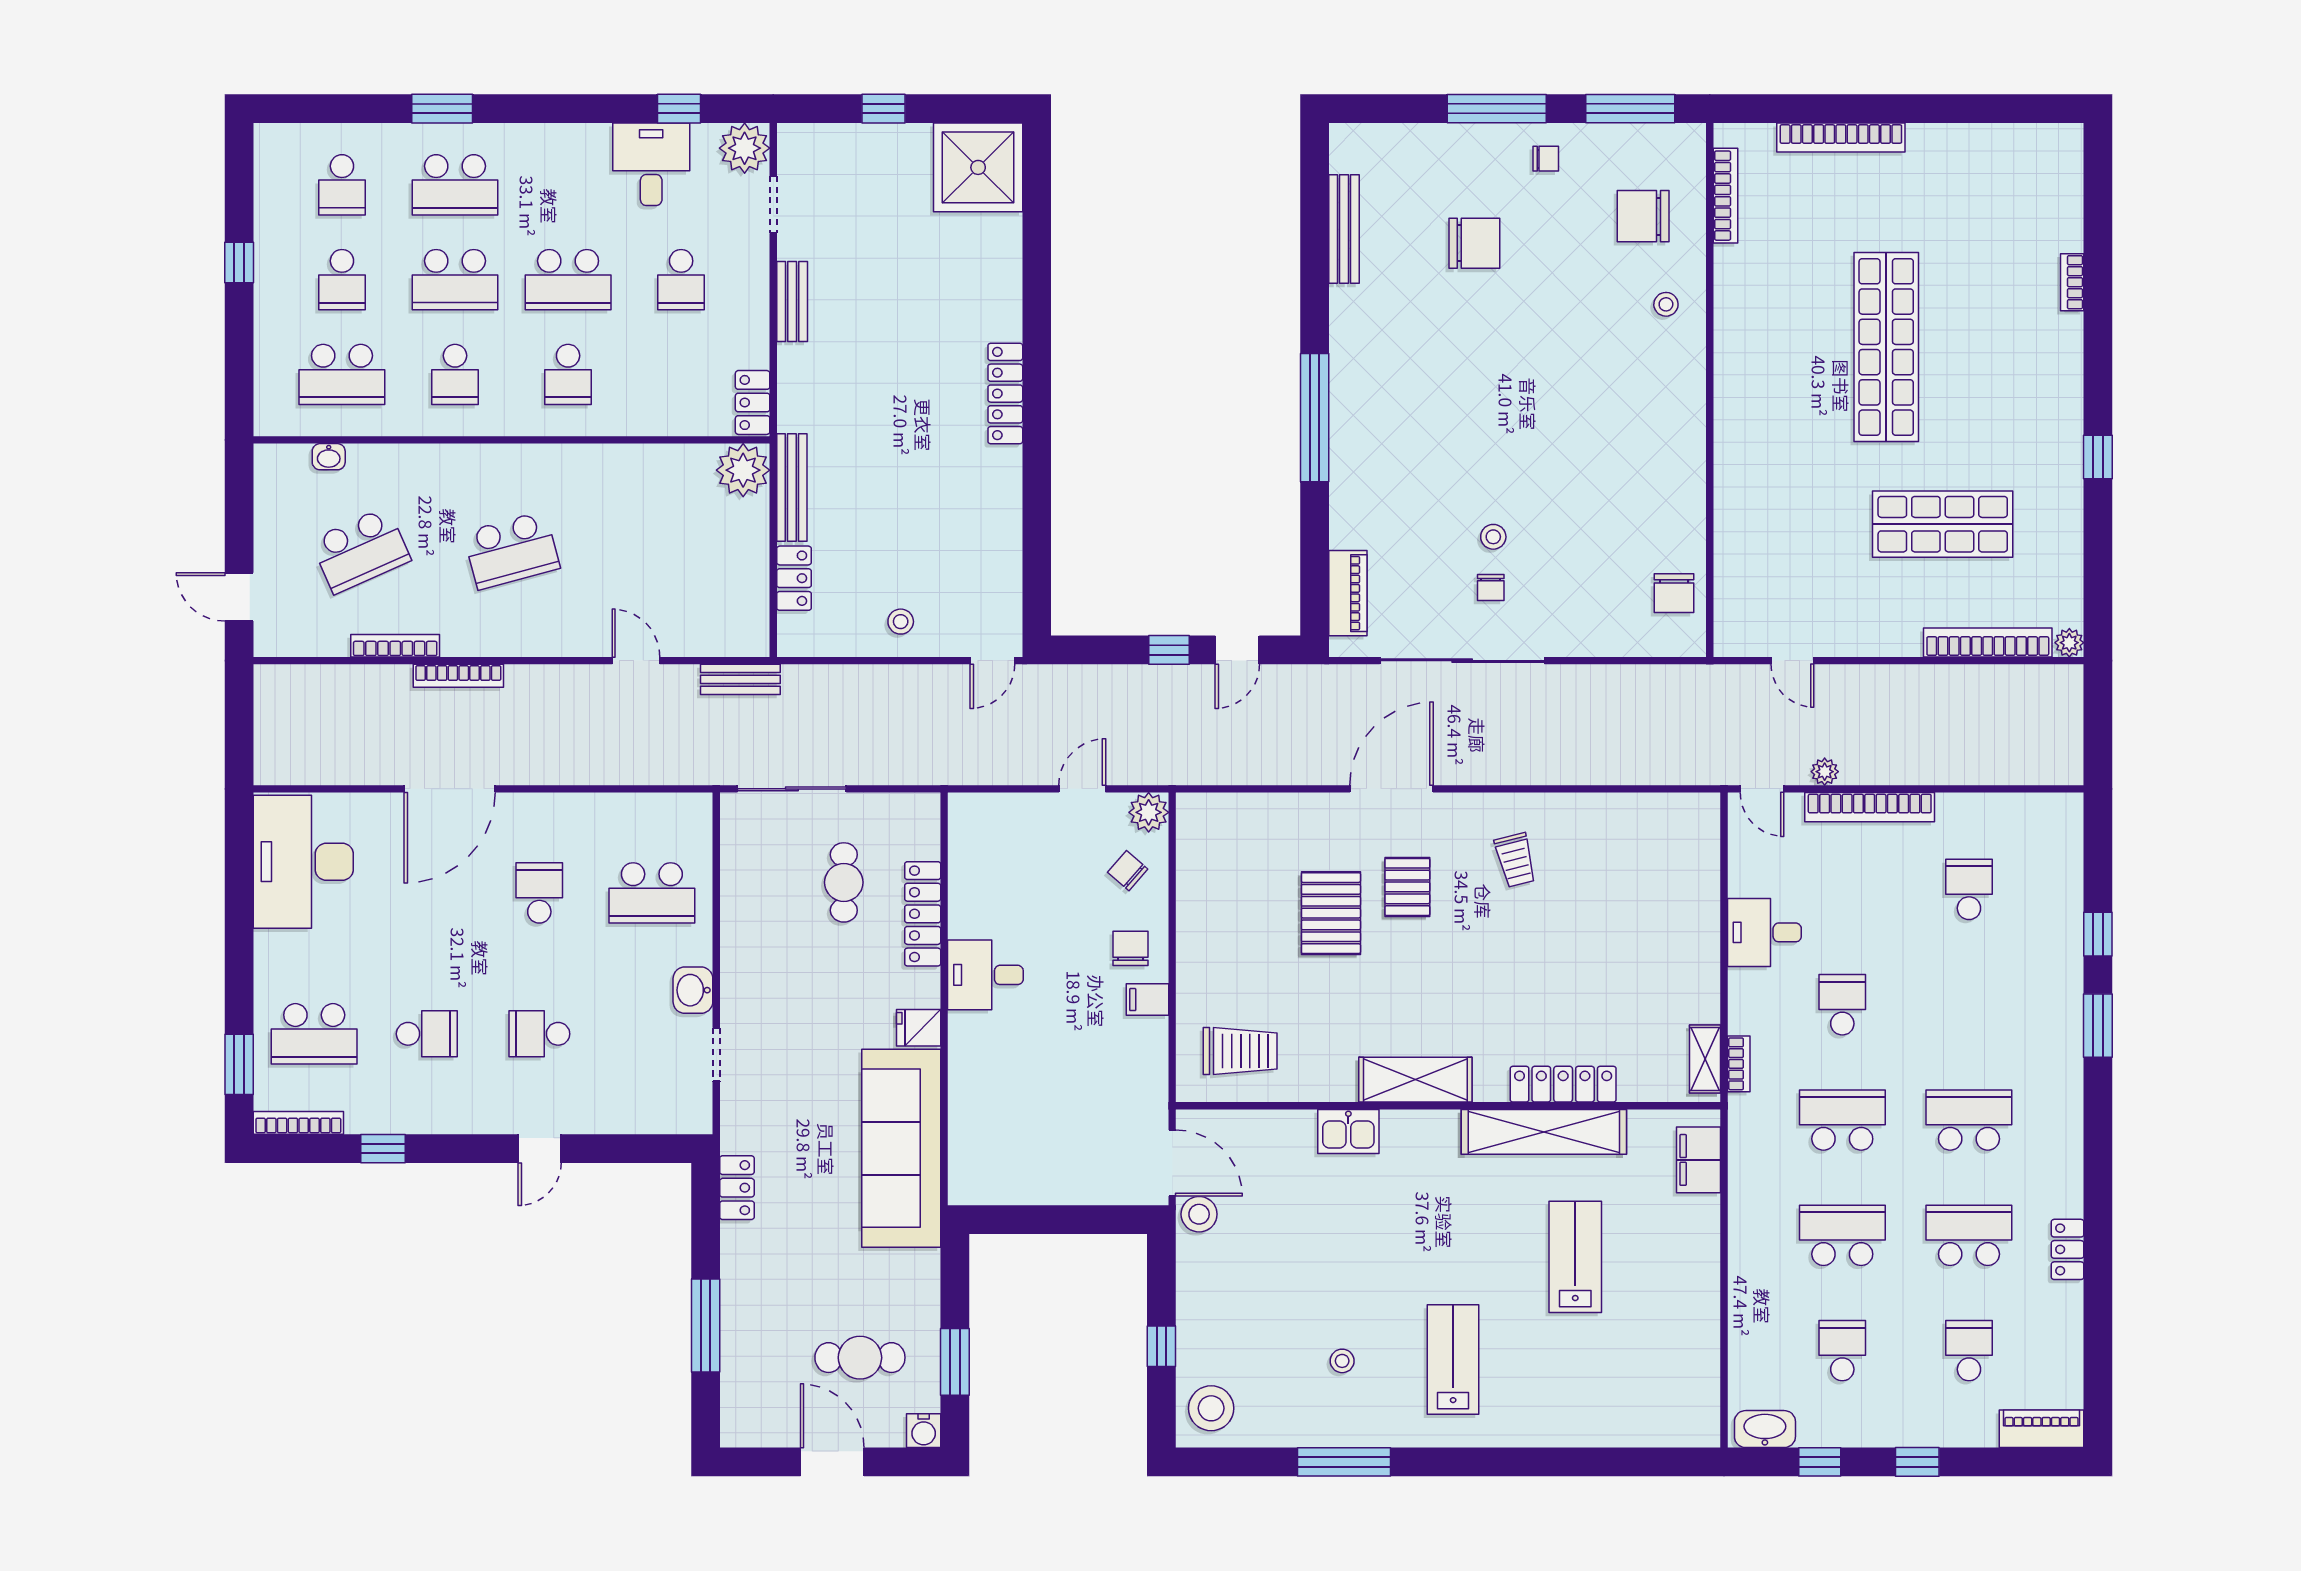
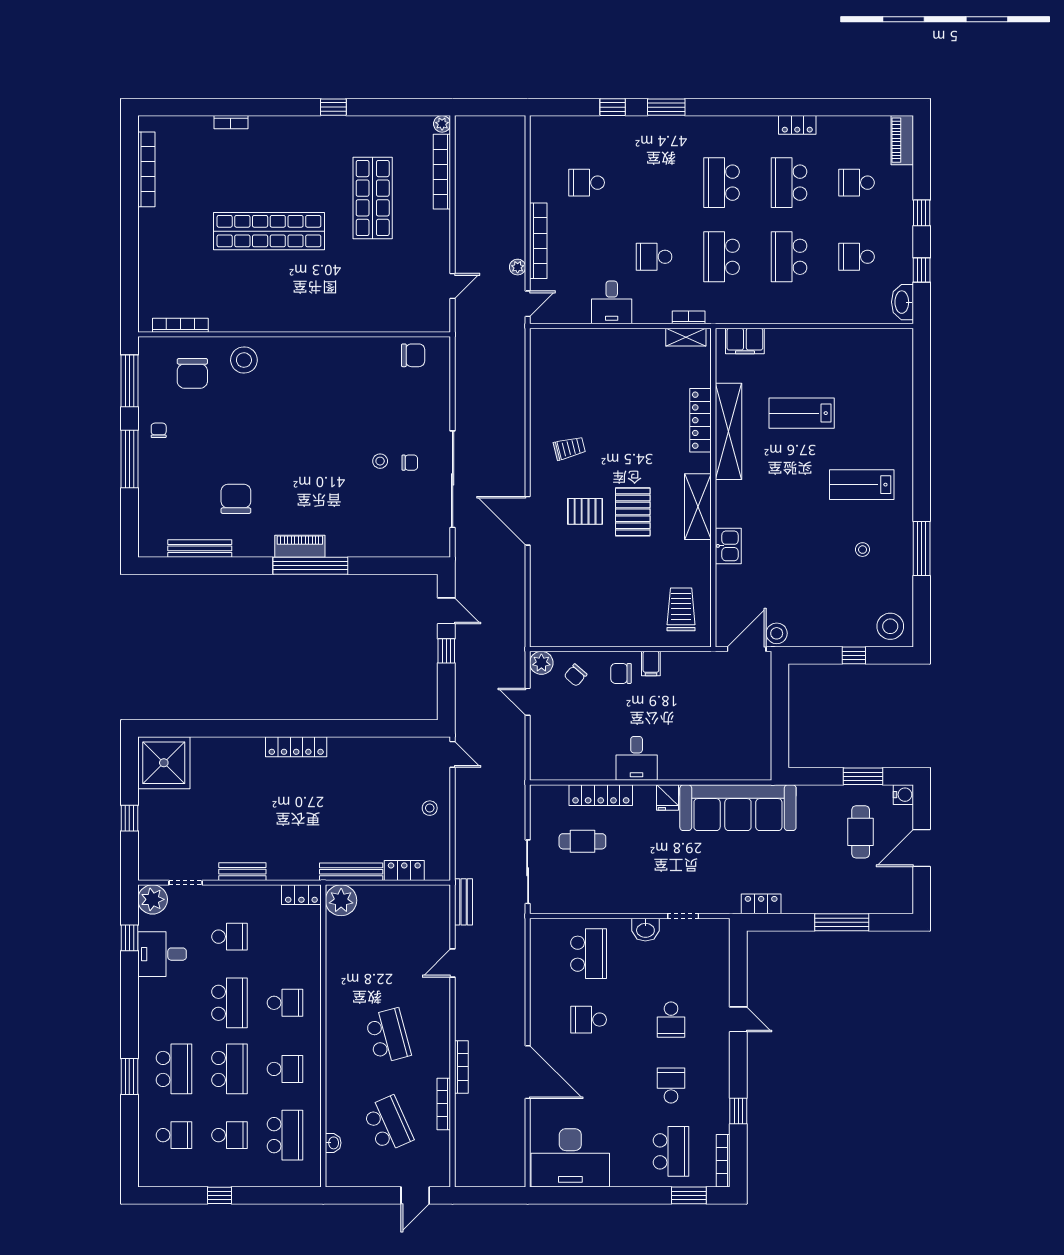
bookcase: (1841, 137) -> (146, 169), moved
chair: (1474, 243) -> (236, 499), moved
stool: (1666, 304) -> (244, 360), width x1.89, depth x1.89
piano: (1348, 593) -> (300, 546), moved
pallet: (1331, 913) -> (633, 512), moved, turned 90

